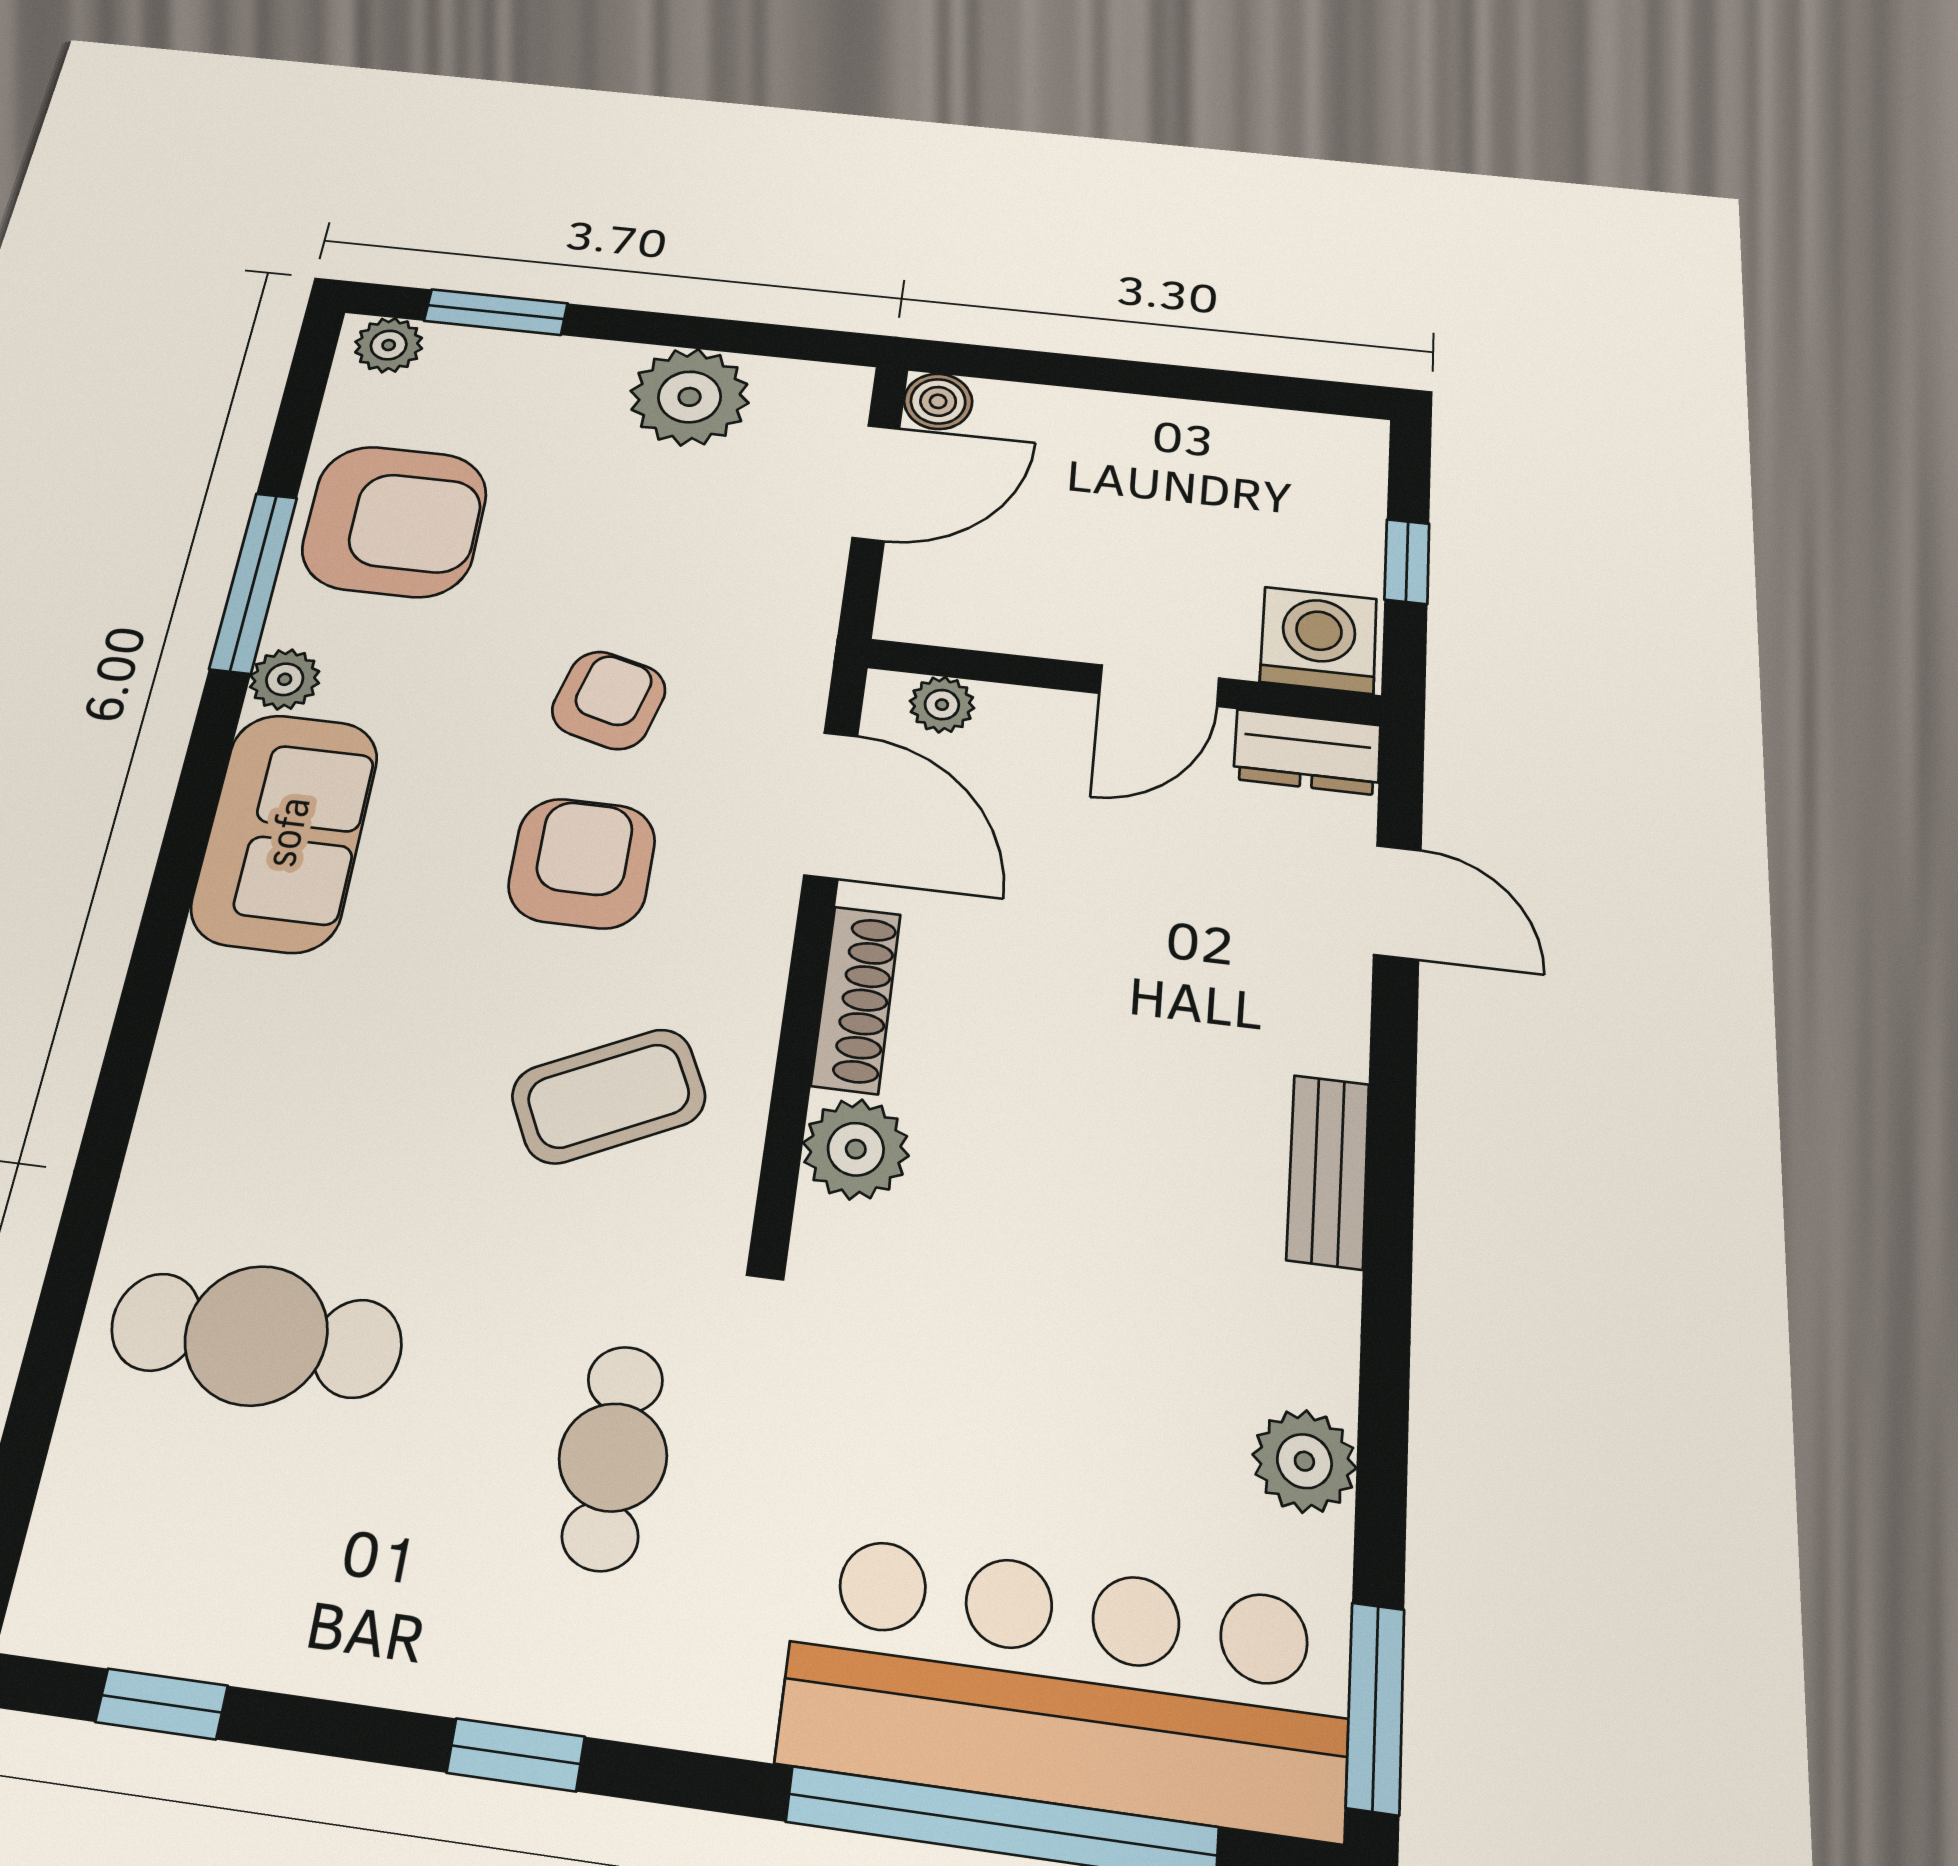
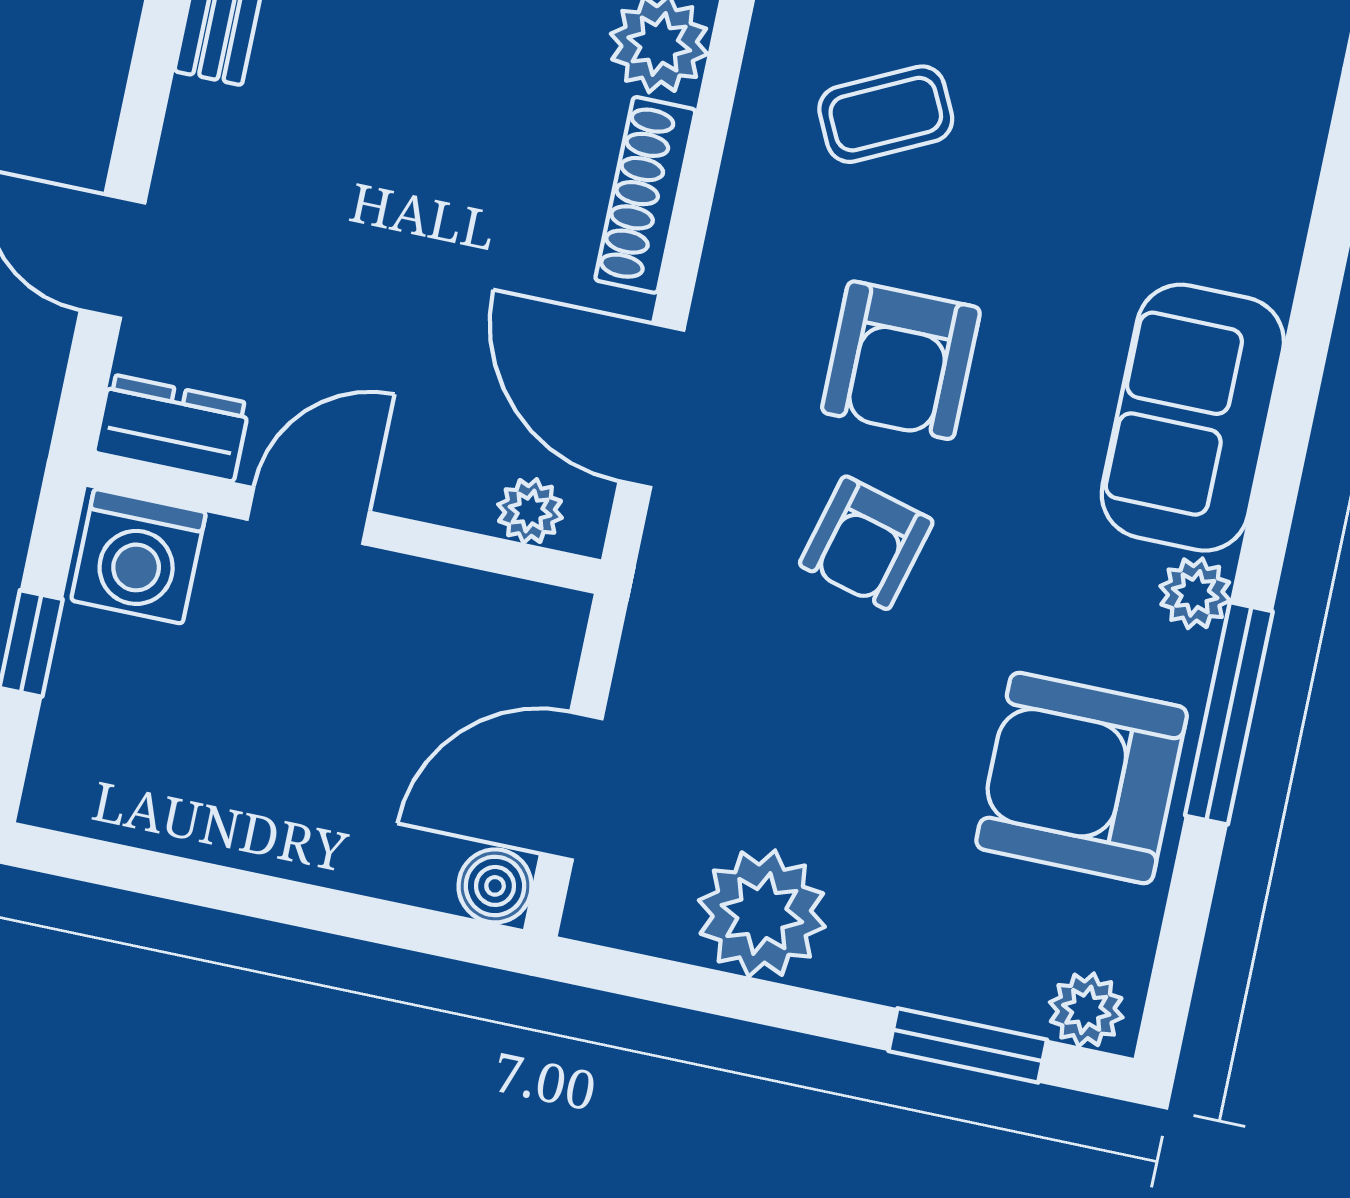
coffee table: (609, 1096) -> (886, 114), width x0.73, depth x0.77

